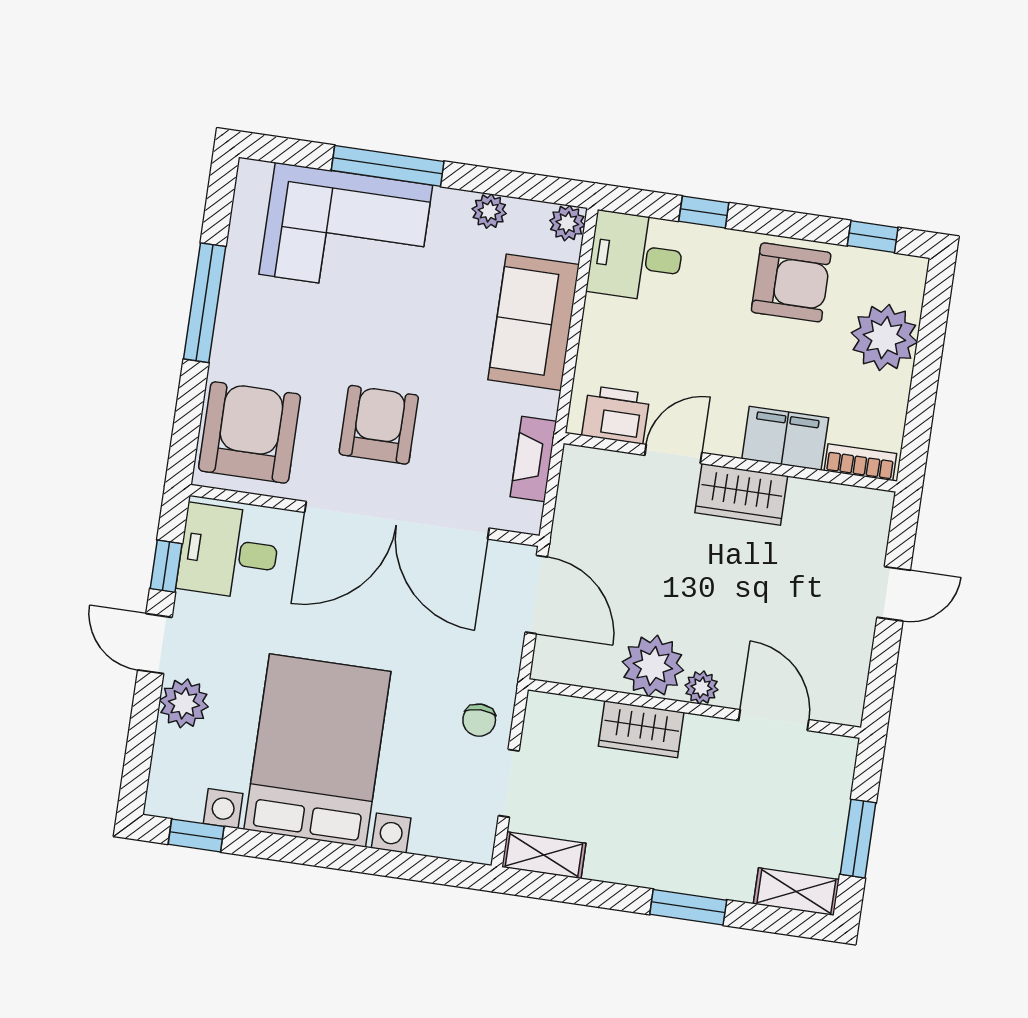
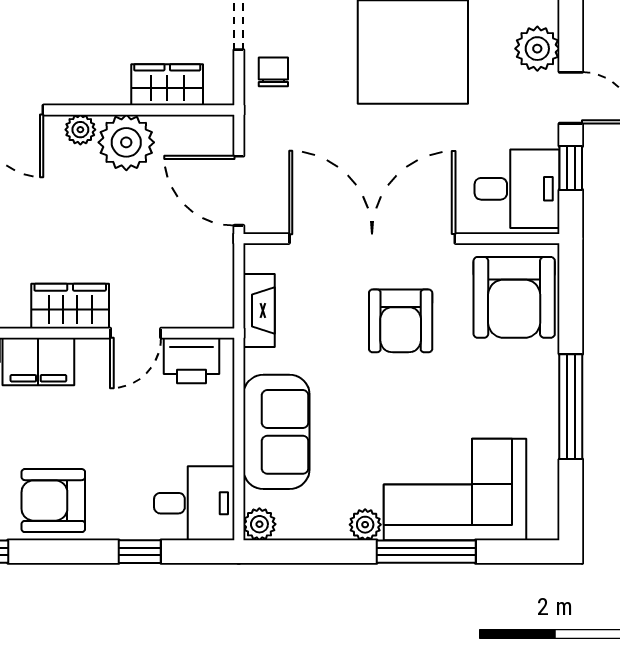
plant: (489, 211) -> (365, 525), moved
wardrobe: (641, 729) -> (167, 85), moved

